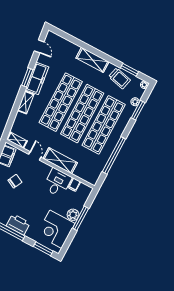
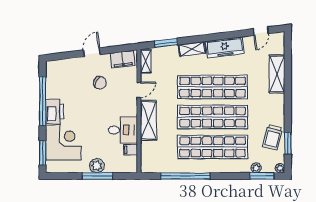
shelving: (92, 60) -> (277, 74), moved
window: (27, 77) -> (166, 43), moved
window: (138, 110) -> (262, 176), moved
corner desk: (56, 229) -> (63, 142), moved, turned 90

